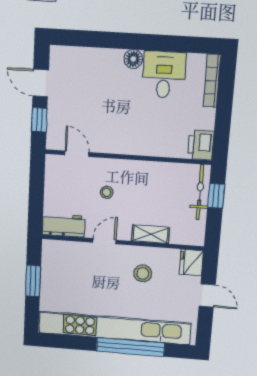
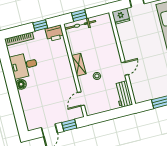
window: (223, 125) -> (40, 25), added
shelving: (150, 234) -> (79, 65), moved
door: (104, 241) -> (125, 69), swing flipped
stool: (143, 273) -> (136, 41), removed

